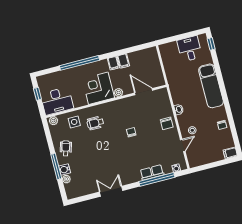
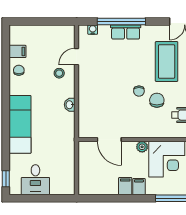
chair: (167, 123) -> (157, 100), moved
filing cabinet: (230, 153) -> (18, 51), moved
coffee table: (117, 159) -> (167, 62), added

